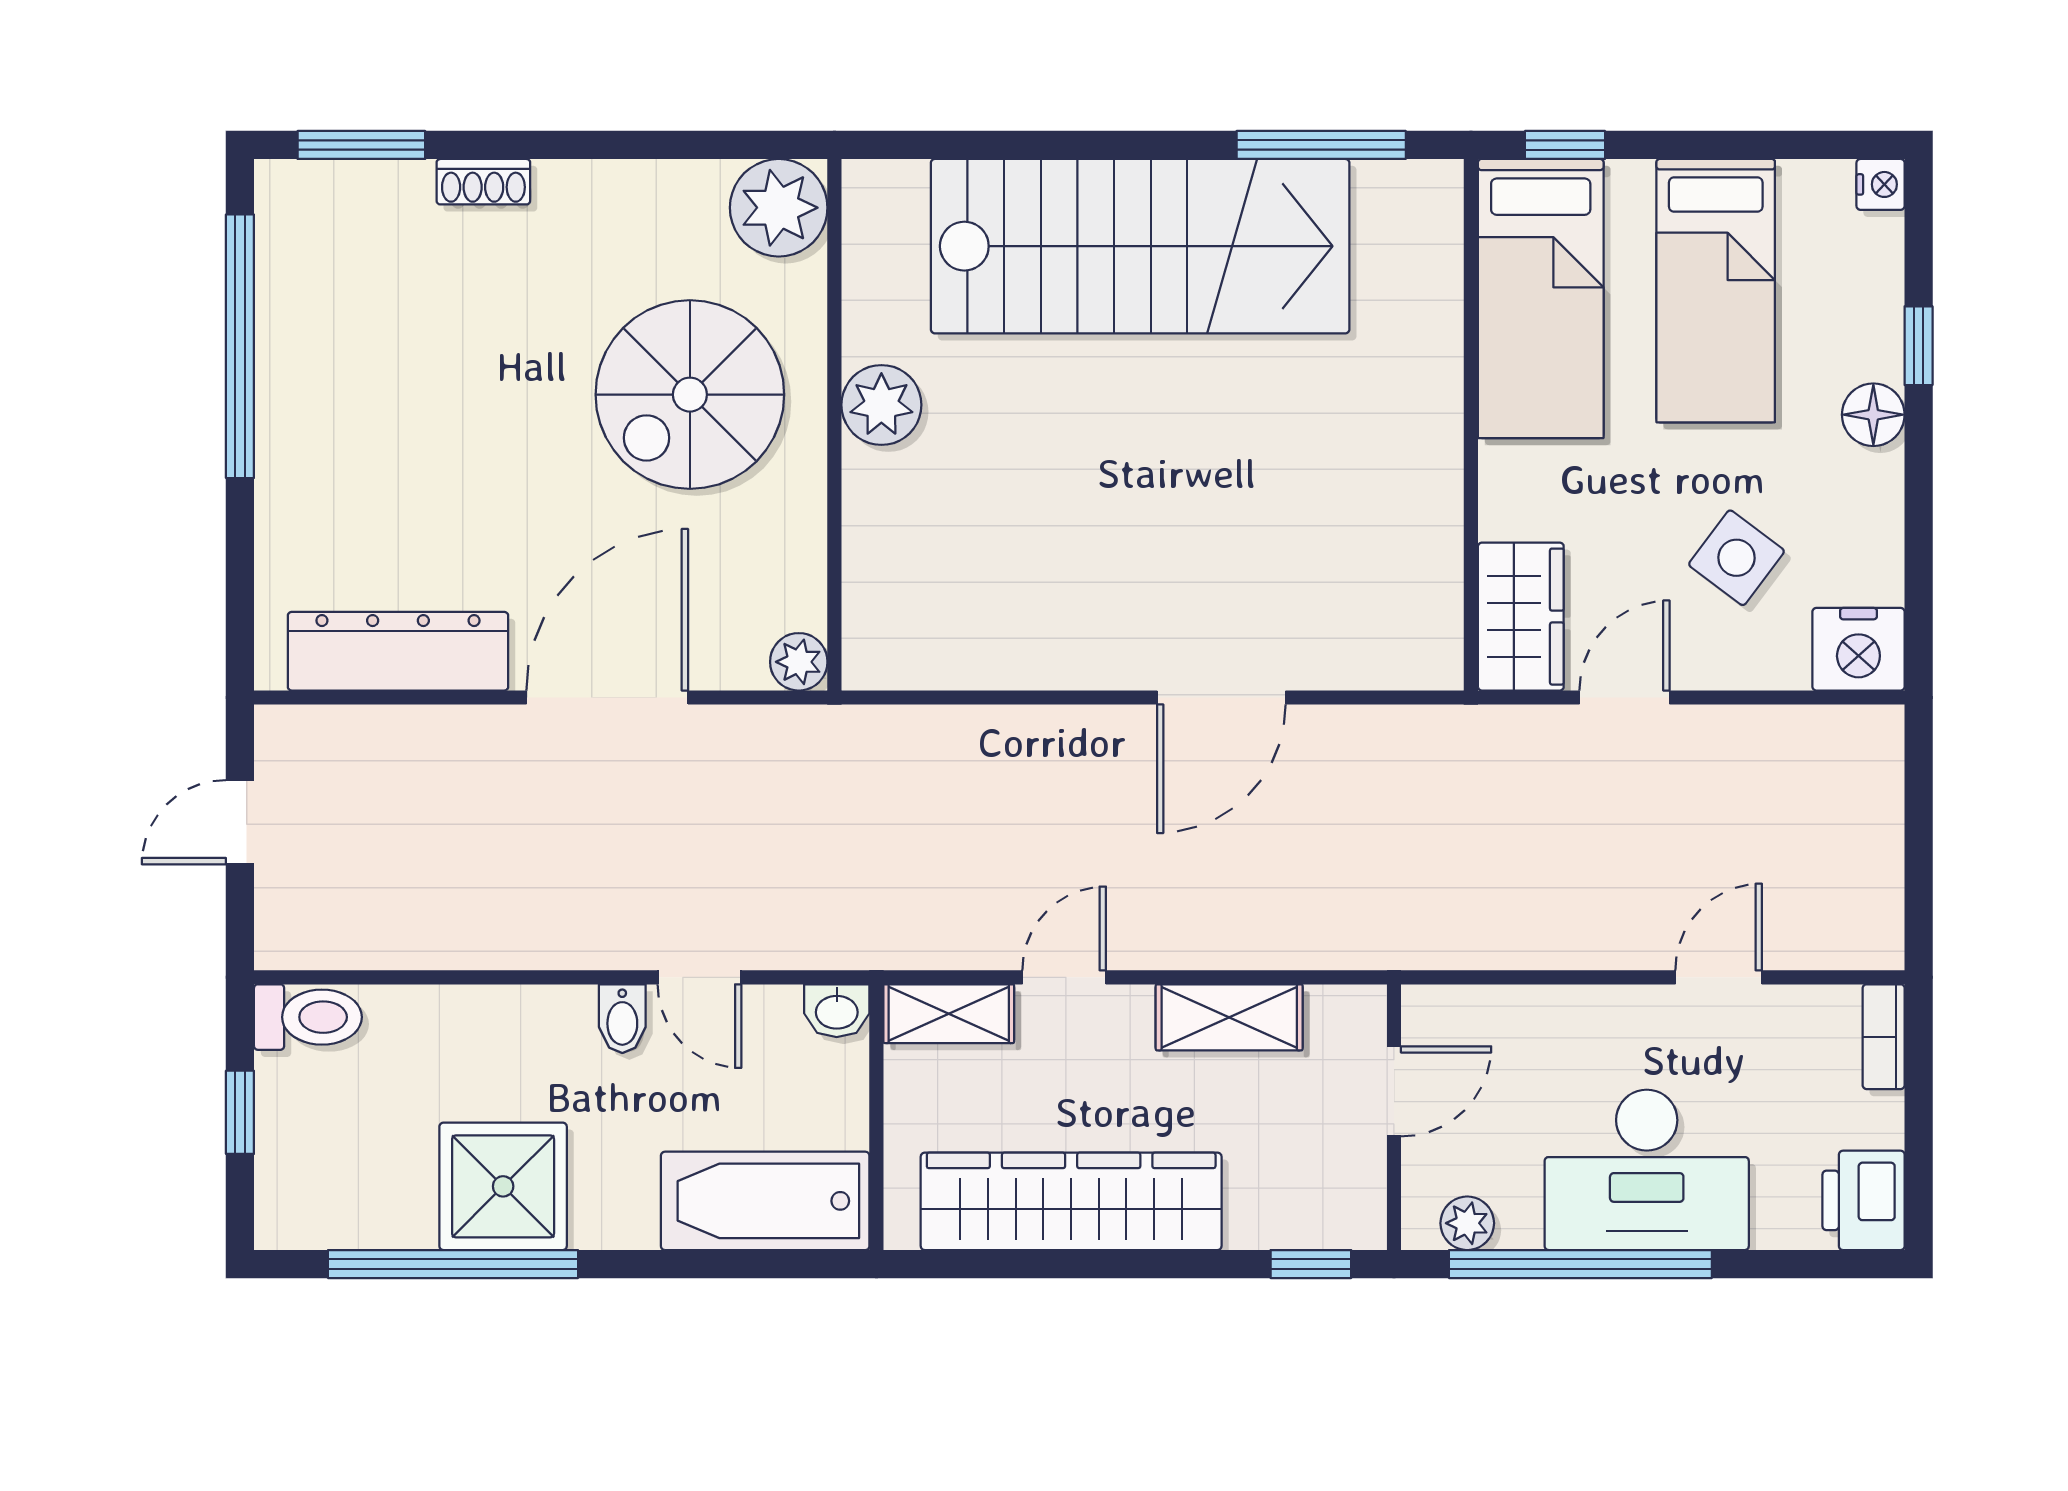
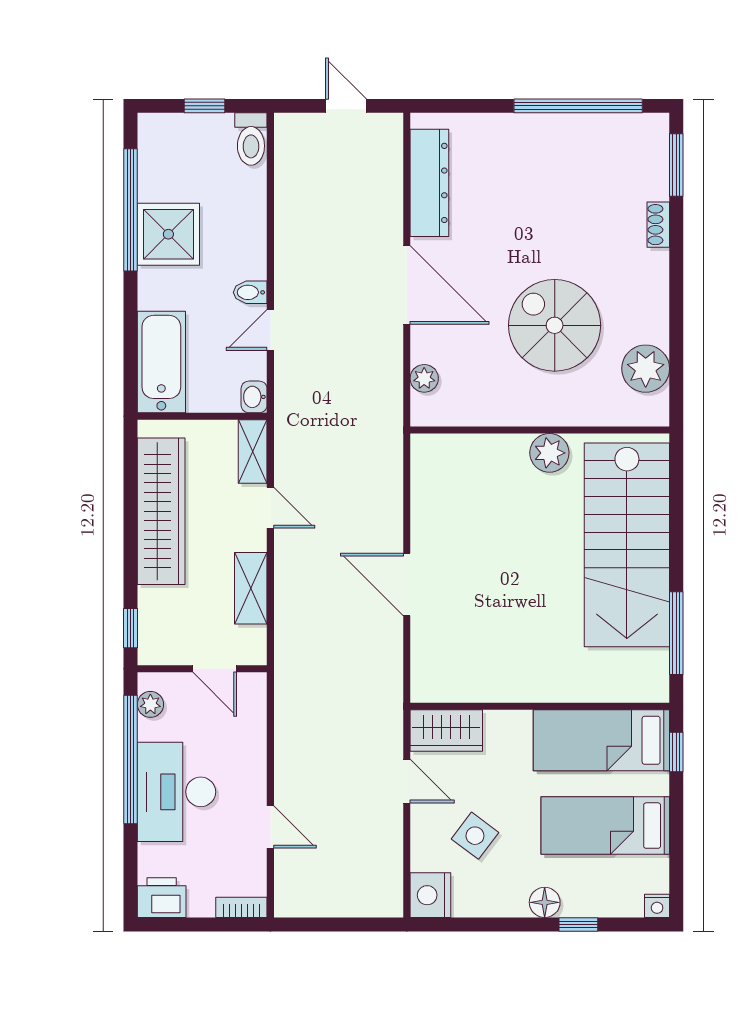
plant: (881, 405) -> (549, 453), moved
wall: (834, 425) -> (540, 430), moved

